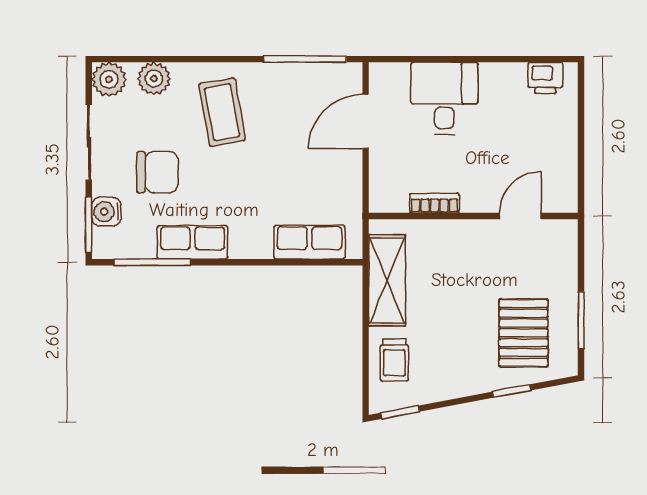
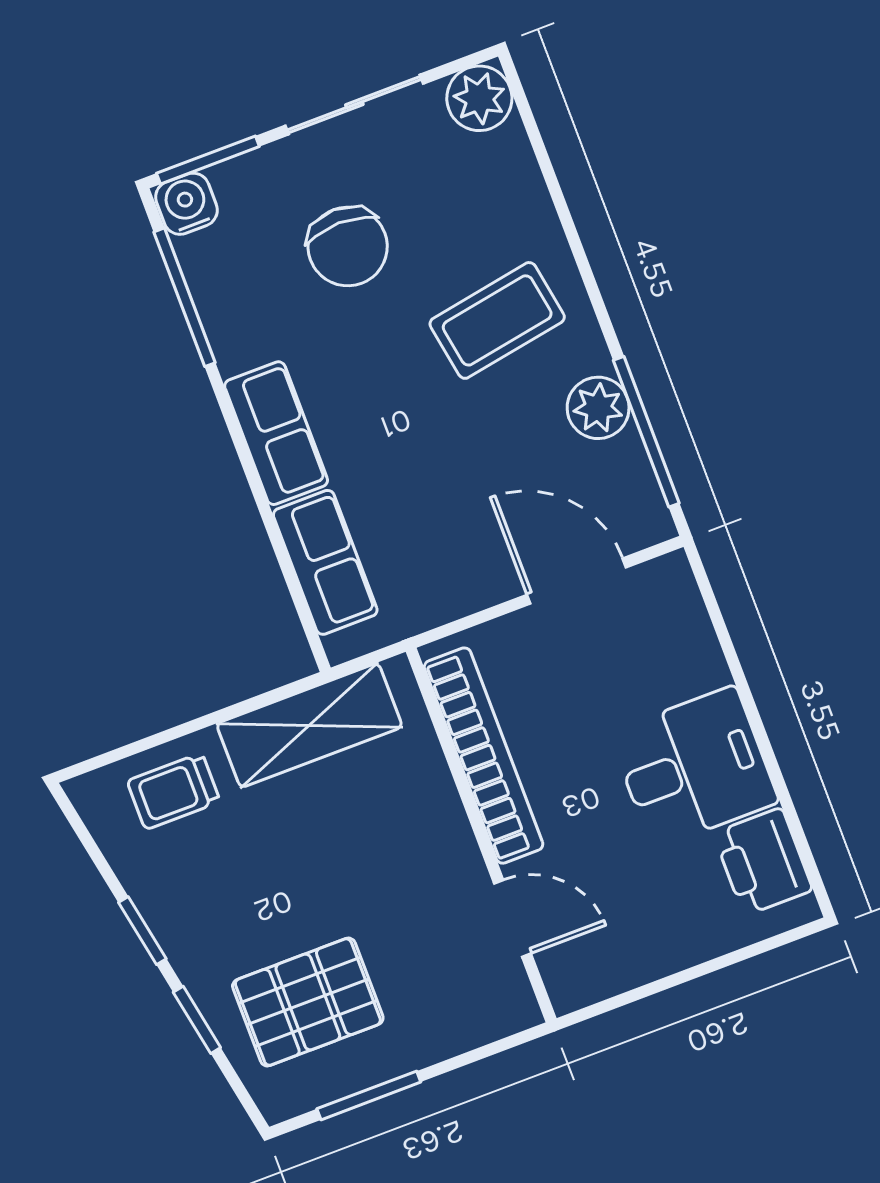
printer: (545, 78) -> (763, 862), width x1.36, depth x1.24
plant: (154, 79) -> (598, 408), moved
desk: (444, 98) -> (694, 767), moved
bookcase: (434, 203) -> (484, 756), width x2.31, depth x1.31
water cooler: (106, 212) -> (186, 204), moved
row of seats: (193, 242) -> (276, 433), moved
window: (400, 412) -> (142, 931), moved

